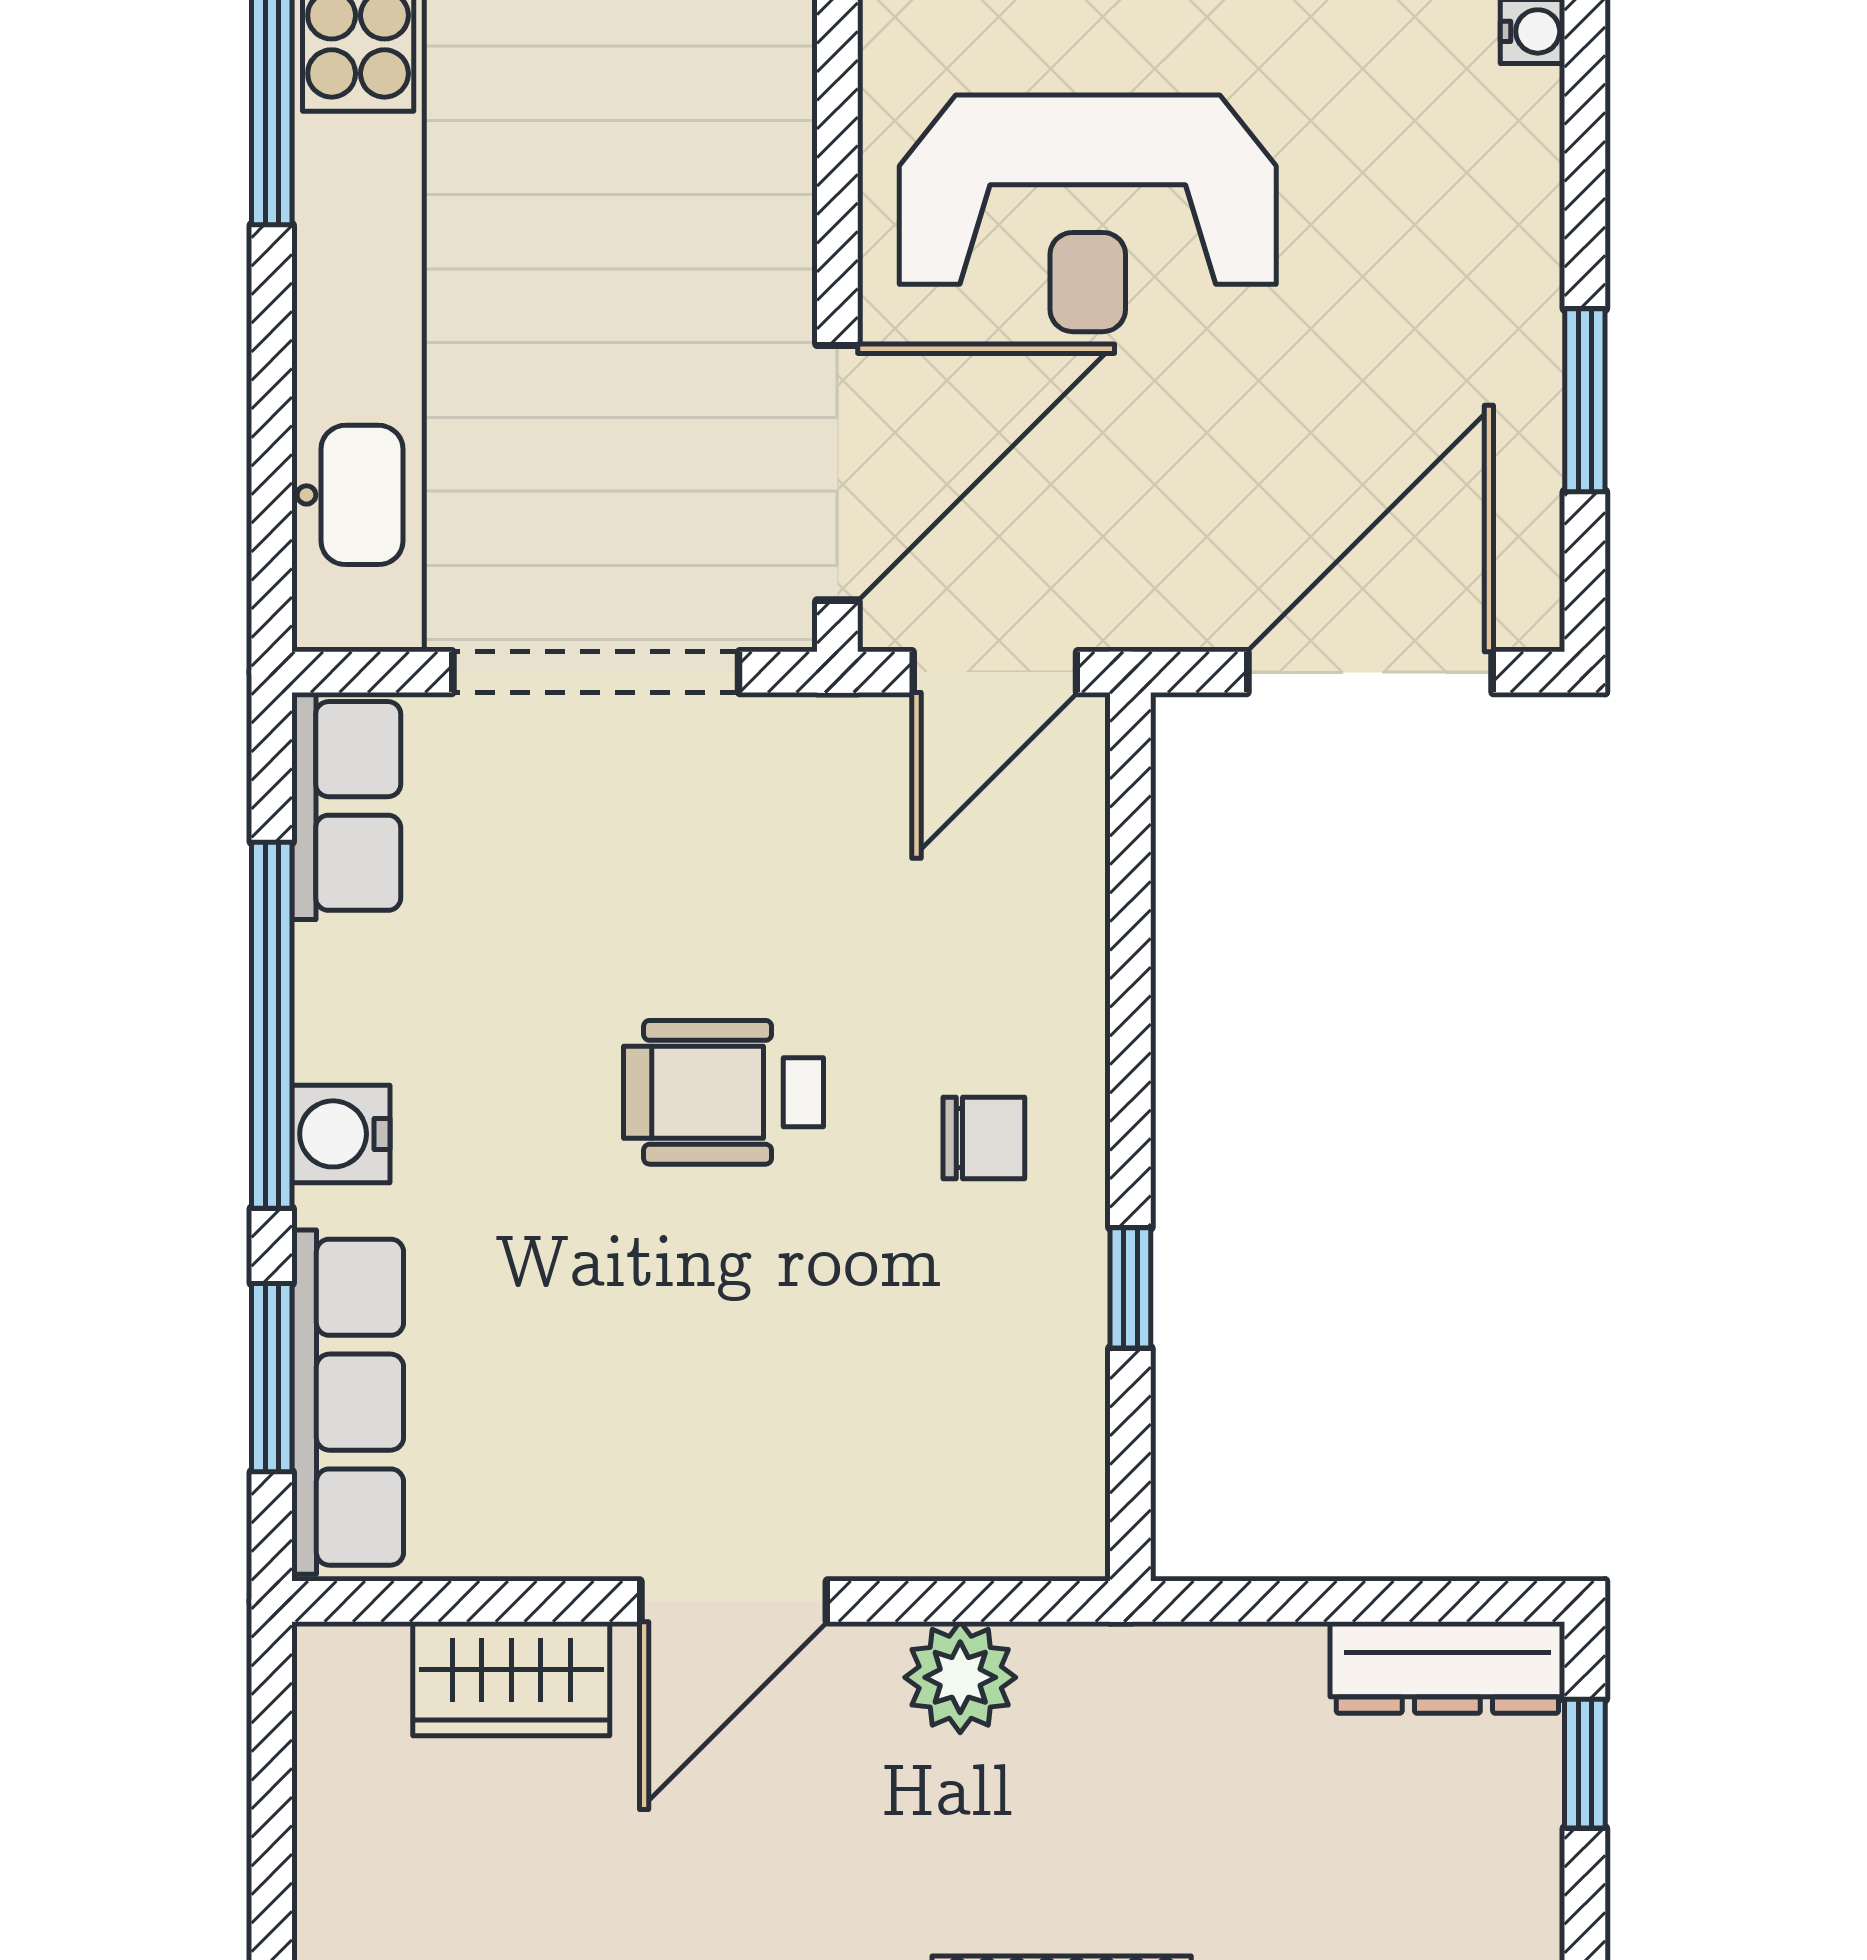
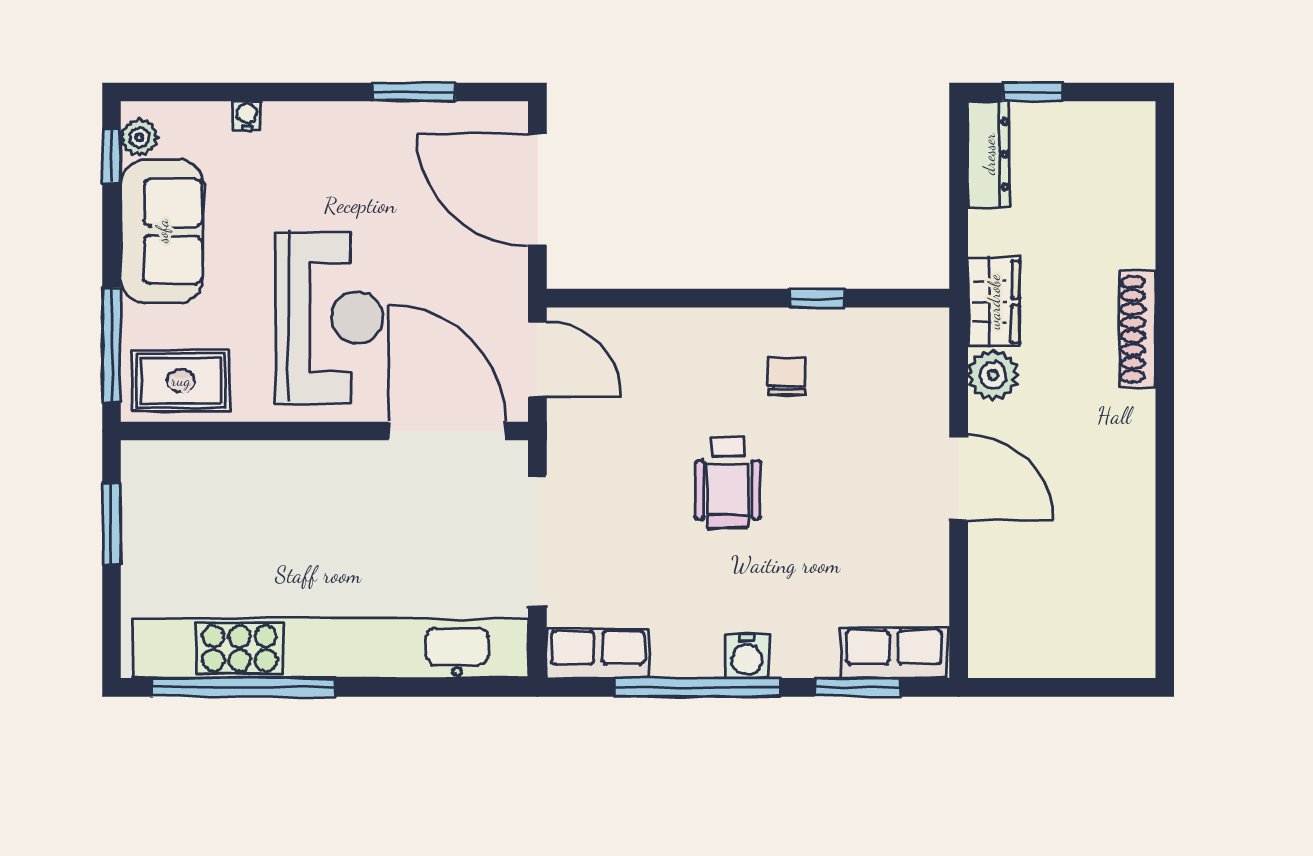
chair: (984, 1138) -> (787, 376), moved
row of seats: (348, 1402) -> (894, 653), width x0.68
wardrobe: (511, 1679) -> (994, 302), moved

